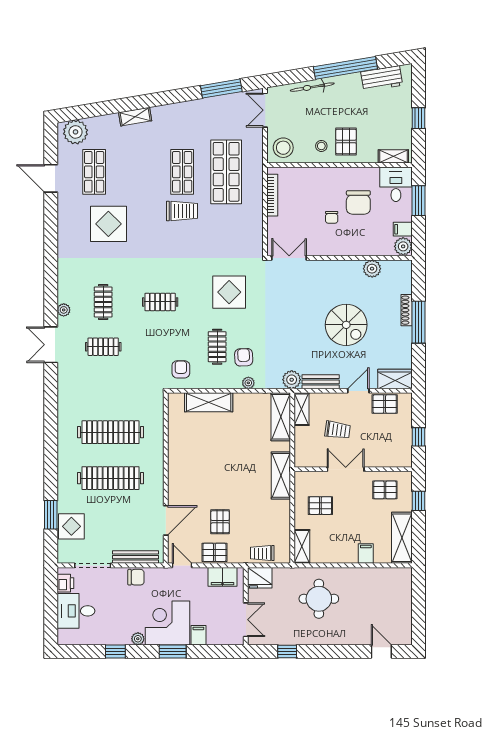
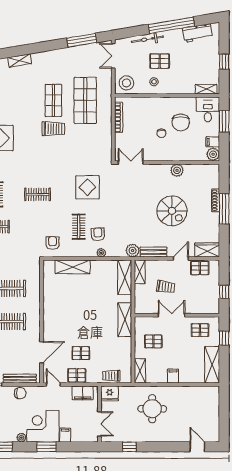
pallet: (346, 141) -> (160, 61), moved, turned 90
plant: (372, 269) -> (177, 170), moved
pallet: (220, 522) -> (81, 353), turned 90
filing cabinet: (366, 553) -> (173, 376), moved

